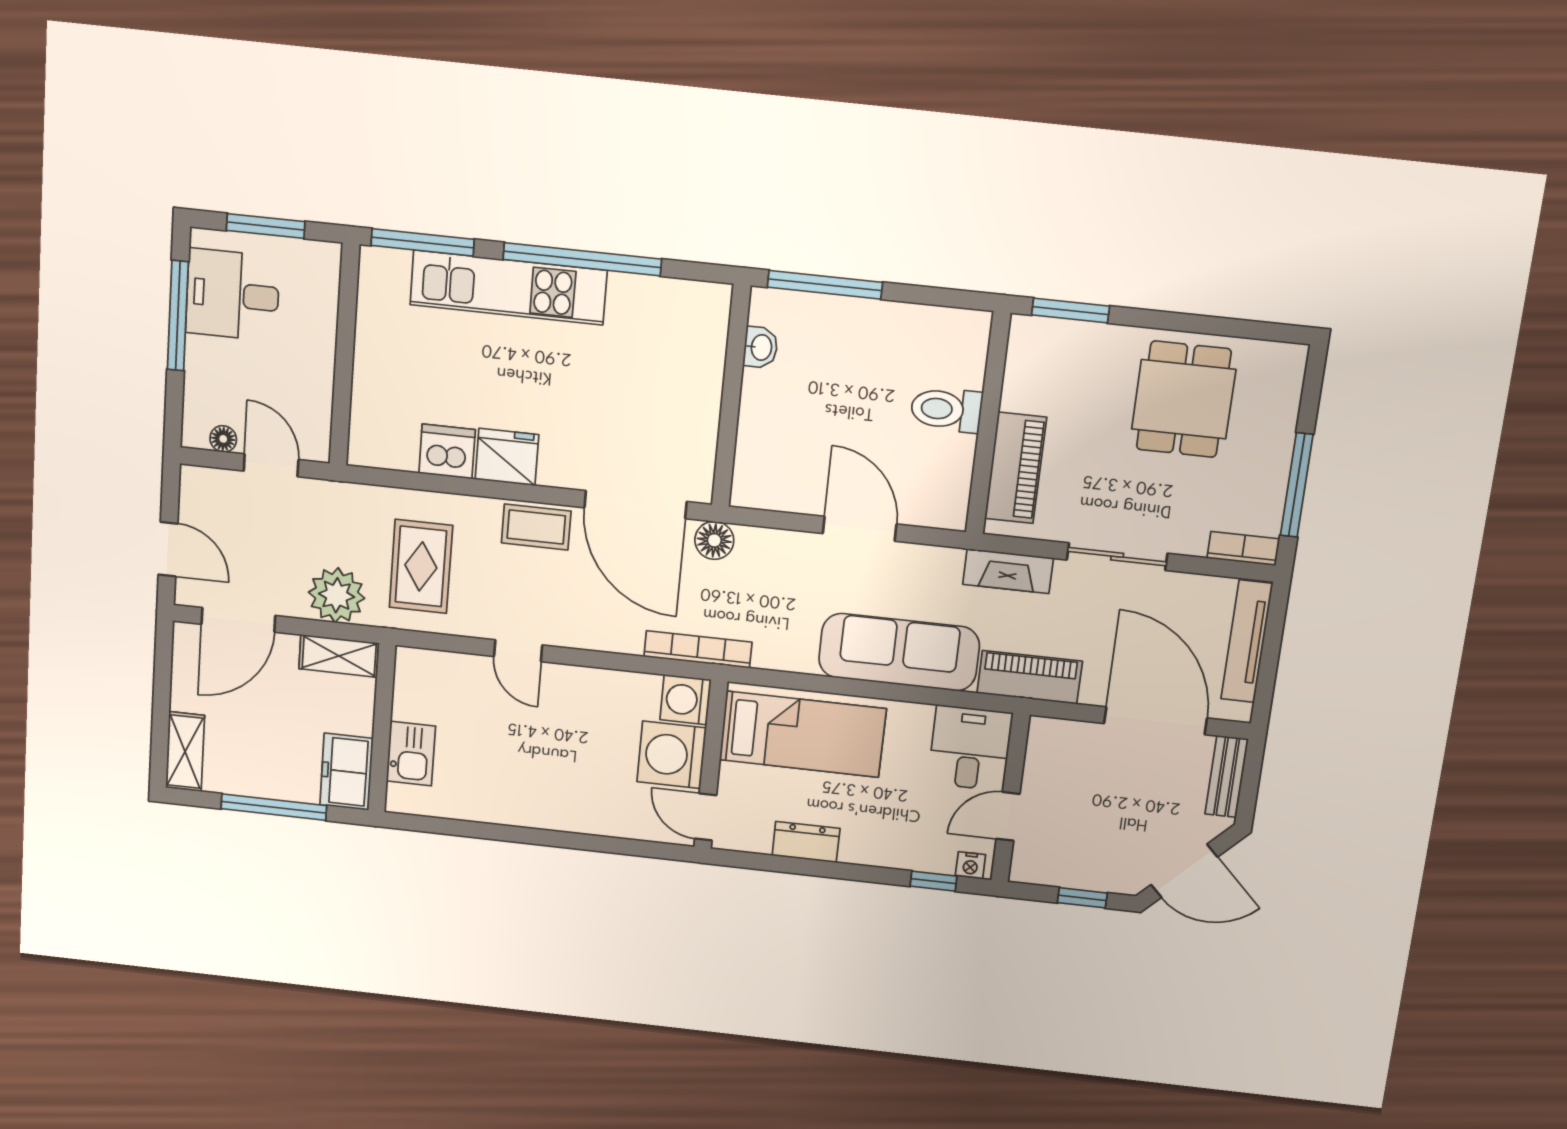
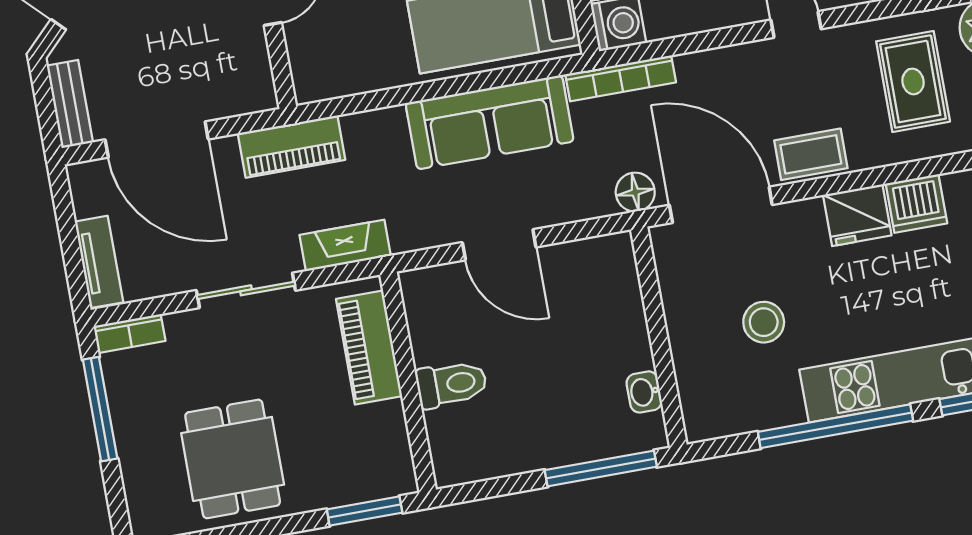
stool: (625, 381) -> (764, 322), added
tv unit: (1247, 641) -> (99, 262), width x0.71
sofa: (899, 652) -> (490, 122), moved
desk: (970, 748) -> (327, 58), removed

